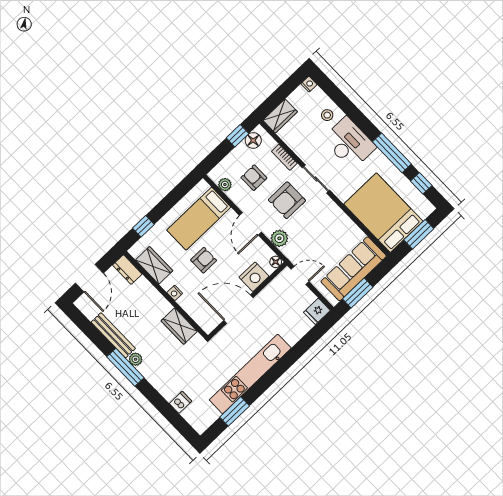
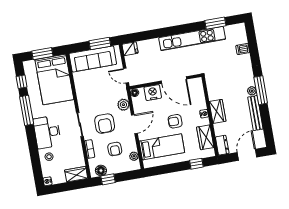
armchair: (287, 200) -> (105, 124), turned 90
wardrobe: (179, 326) -> (218, 111), moved

